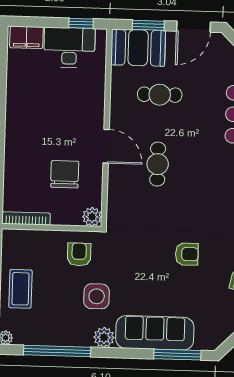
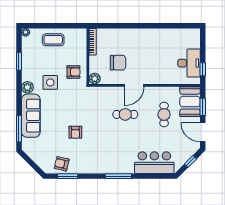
filing cabinet: (26, 37) -> (194, 39), removed
window: (57, 351) -> (19, 61), width x0.47

